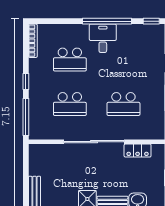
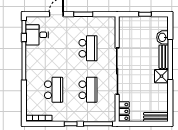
desk: (103, 38) -> (37, 35), moved
locker: (138, 150) -> (124, 111), moved

